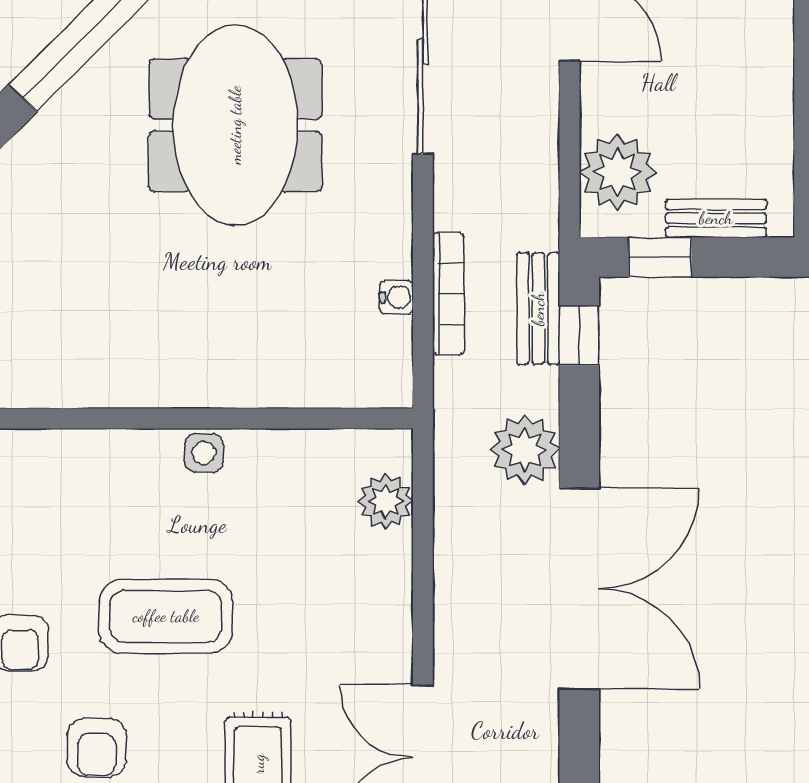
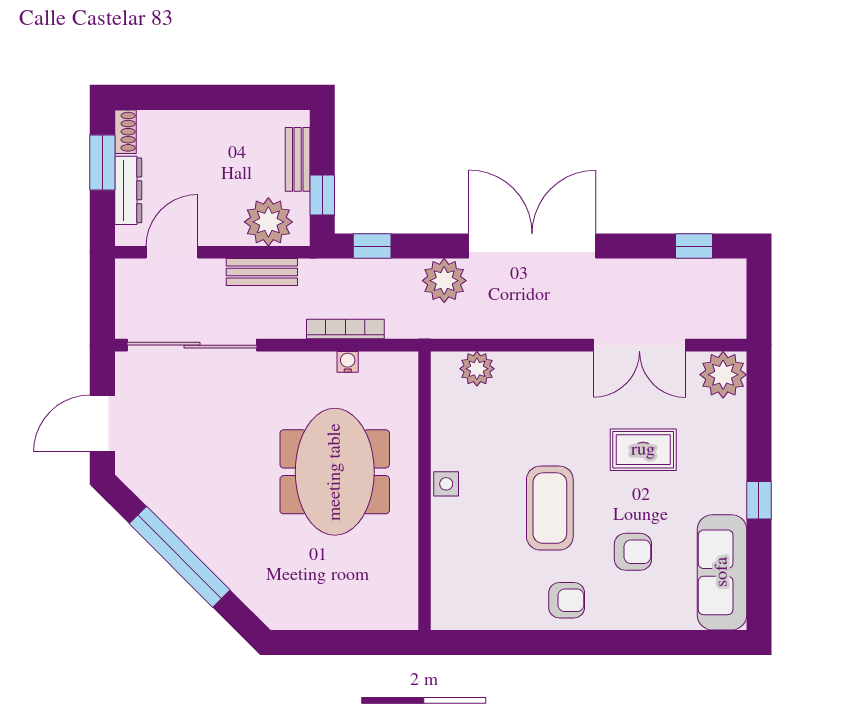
meeting table: (235, 125) -> (335, 472), moved, turned 90
bench: (538, 309) -> (262, 272), moved

